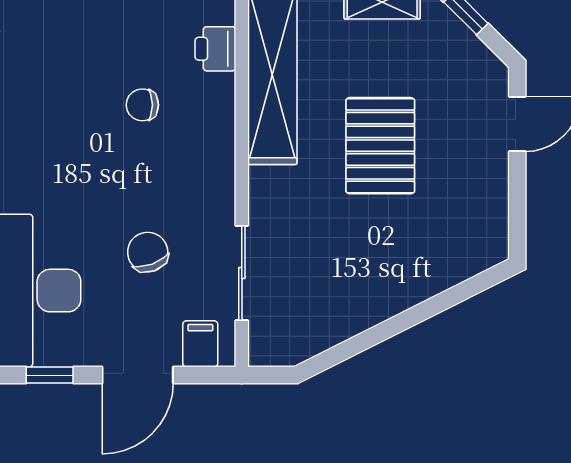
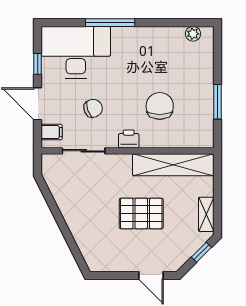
printer: (215, 49) -> (129, 139), moved
chair: (142, 105) -> (160, 106), width x1.87, depth x1.87

